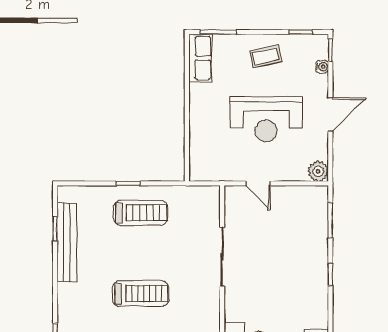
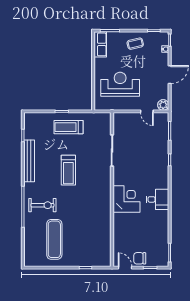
reception desk: (266, 119) -> (120, 84), moved, turned 180
door: (258, 183) -> (147, 111), moved
treadmill: (141, 213) -> (68, 127), turned 180
bench: (67, 242) -> (29, 161), moved
treadmill: (141, 294) -> (68, 170), turned 90

